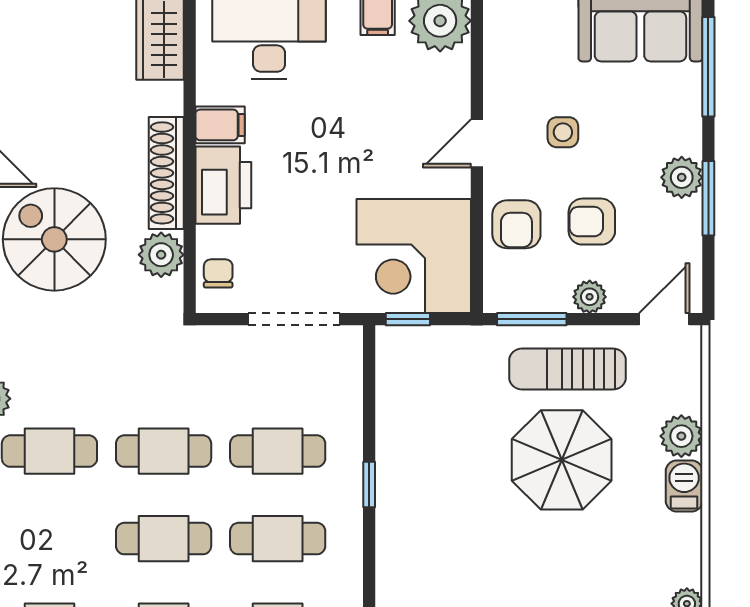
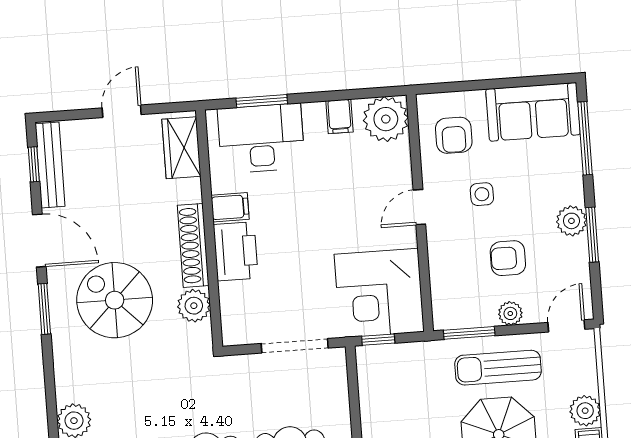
armchair: (516, 224) -> (454, 135), moved
chair: (218, 273) -> (237, 316), removed

